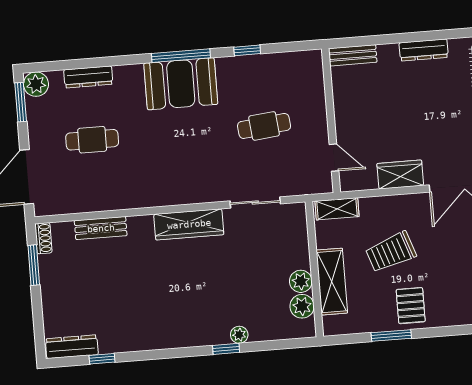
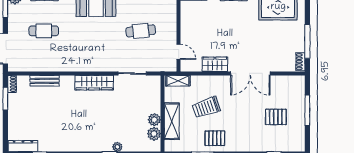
pallet: (411, 306) -> (215, 138), turned 90

